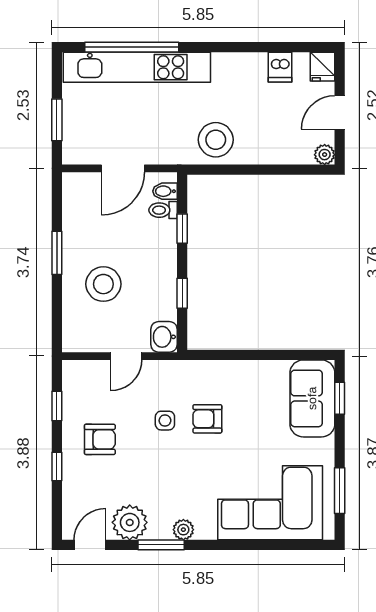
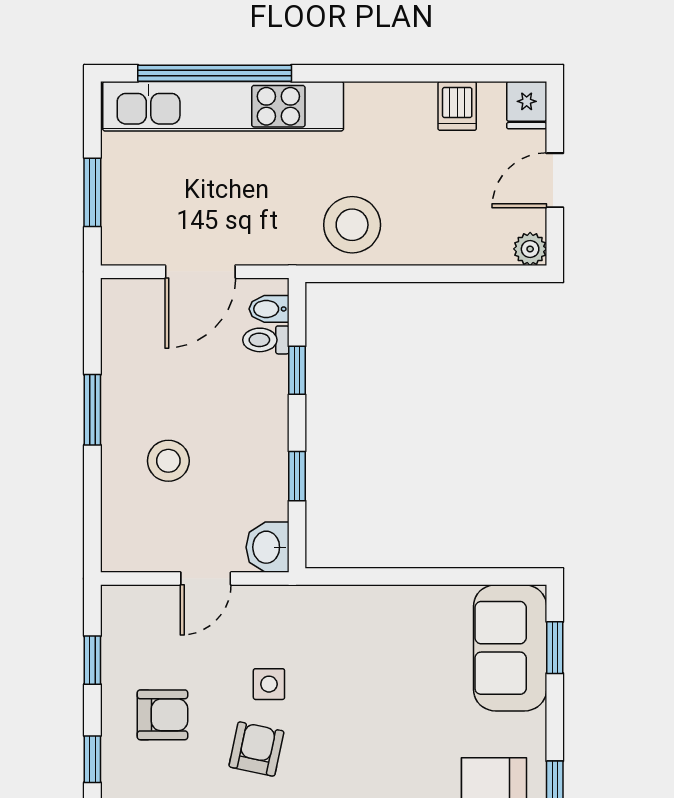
stool: (103, 284) -> (168, 461), width x0.73, depth x0.73
armchair: (207, 419) -> (256, 749), moved, turned 102

